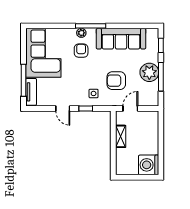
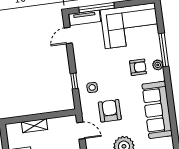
window: (91, 26) -> (164, 50), moved
door: (63, 109) -> (68, 35), moved
shelving: (121, 136) -> (34, 126), moved

